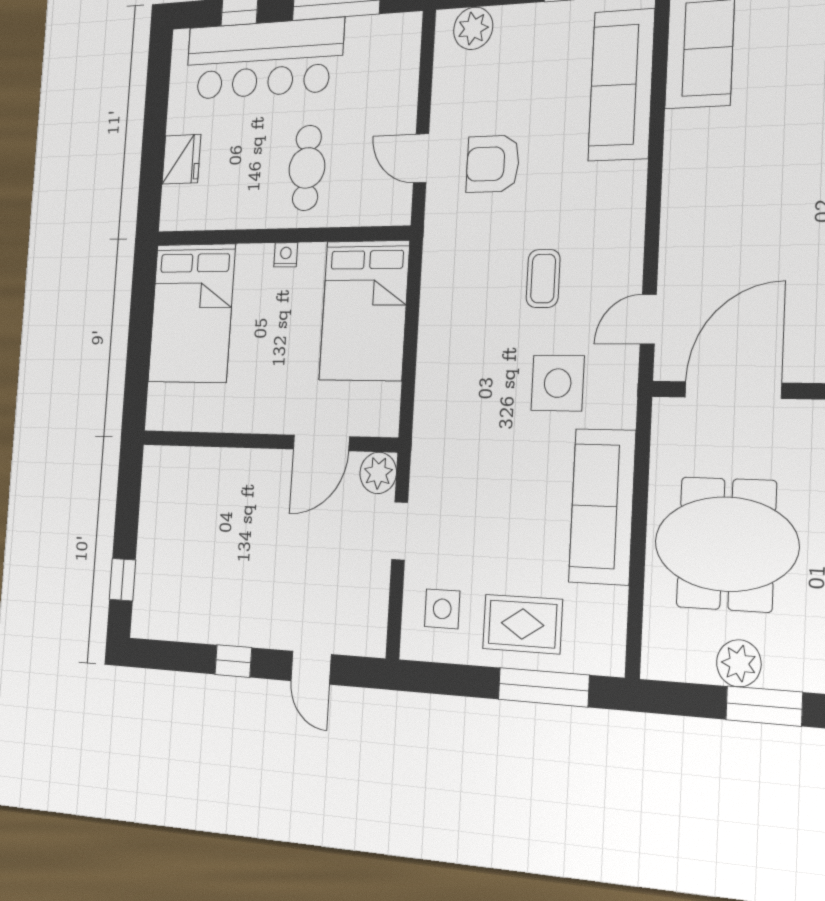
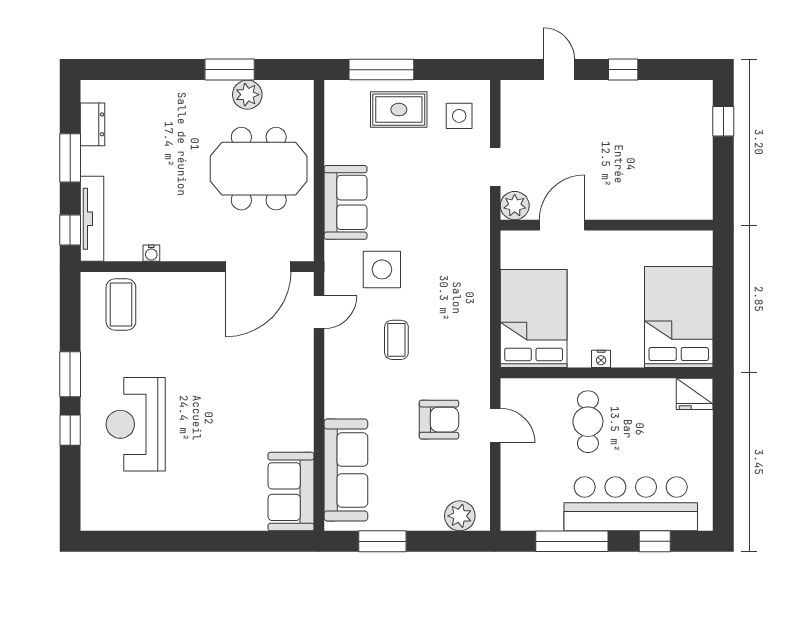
fridge: (181, 159) -> (695, 394), moved, turned -90
sofa: (602, 506) -> (346, 202), width x0.73

